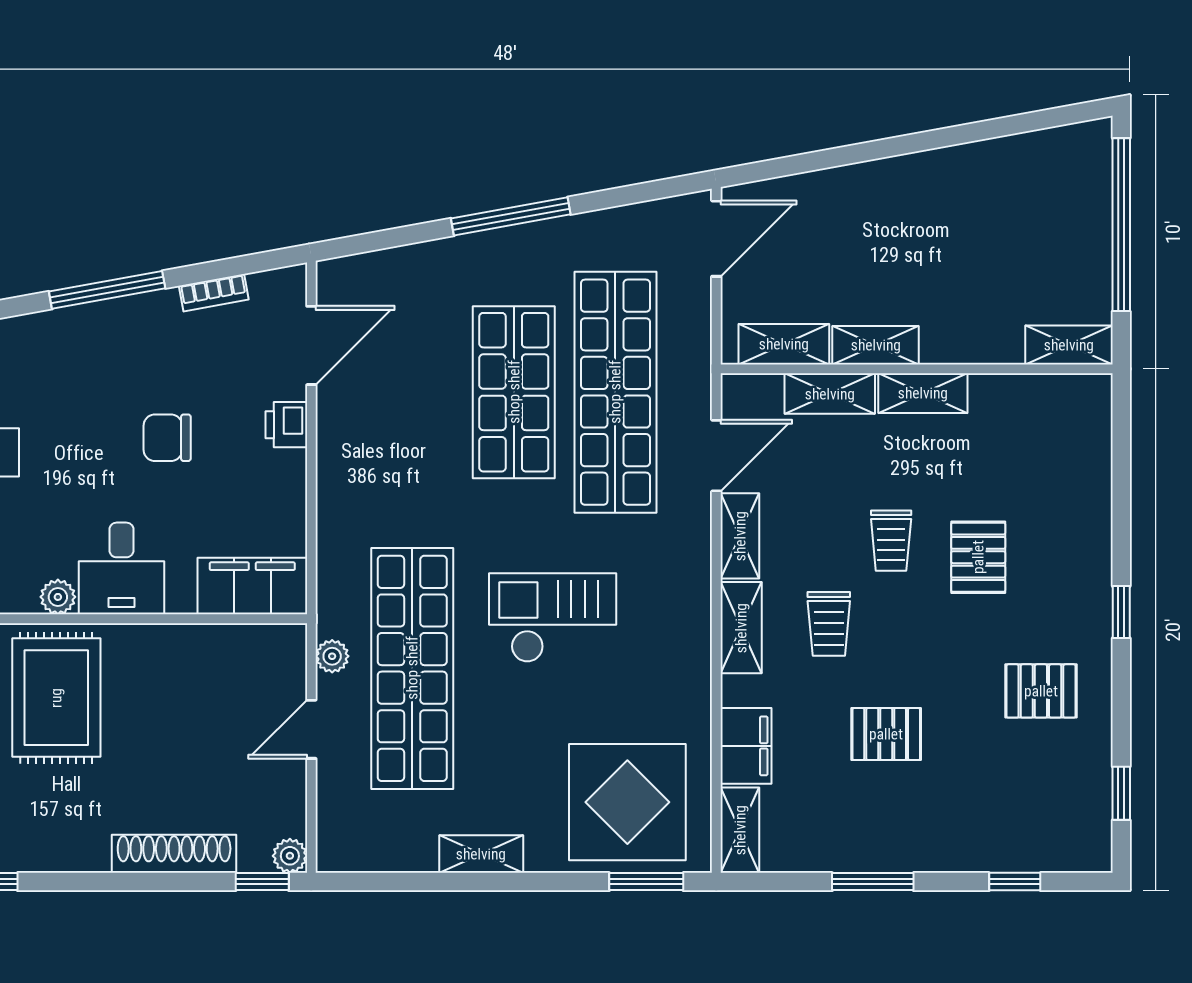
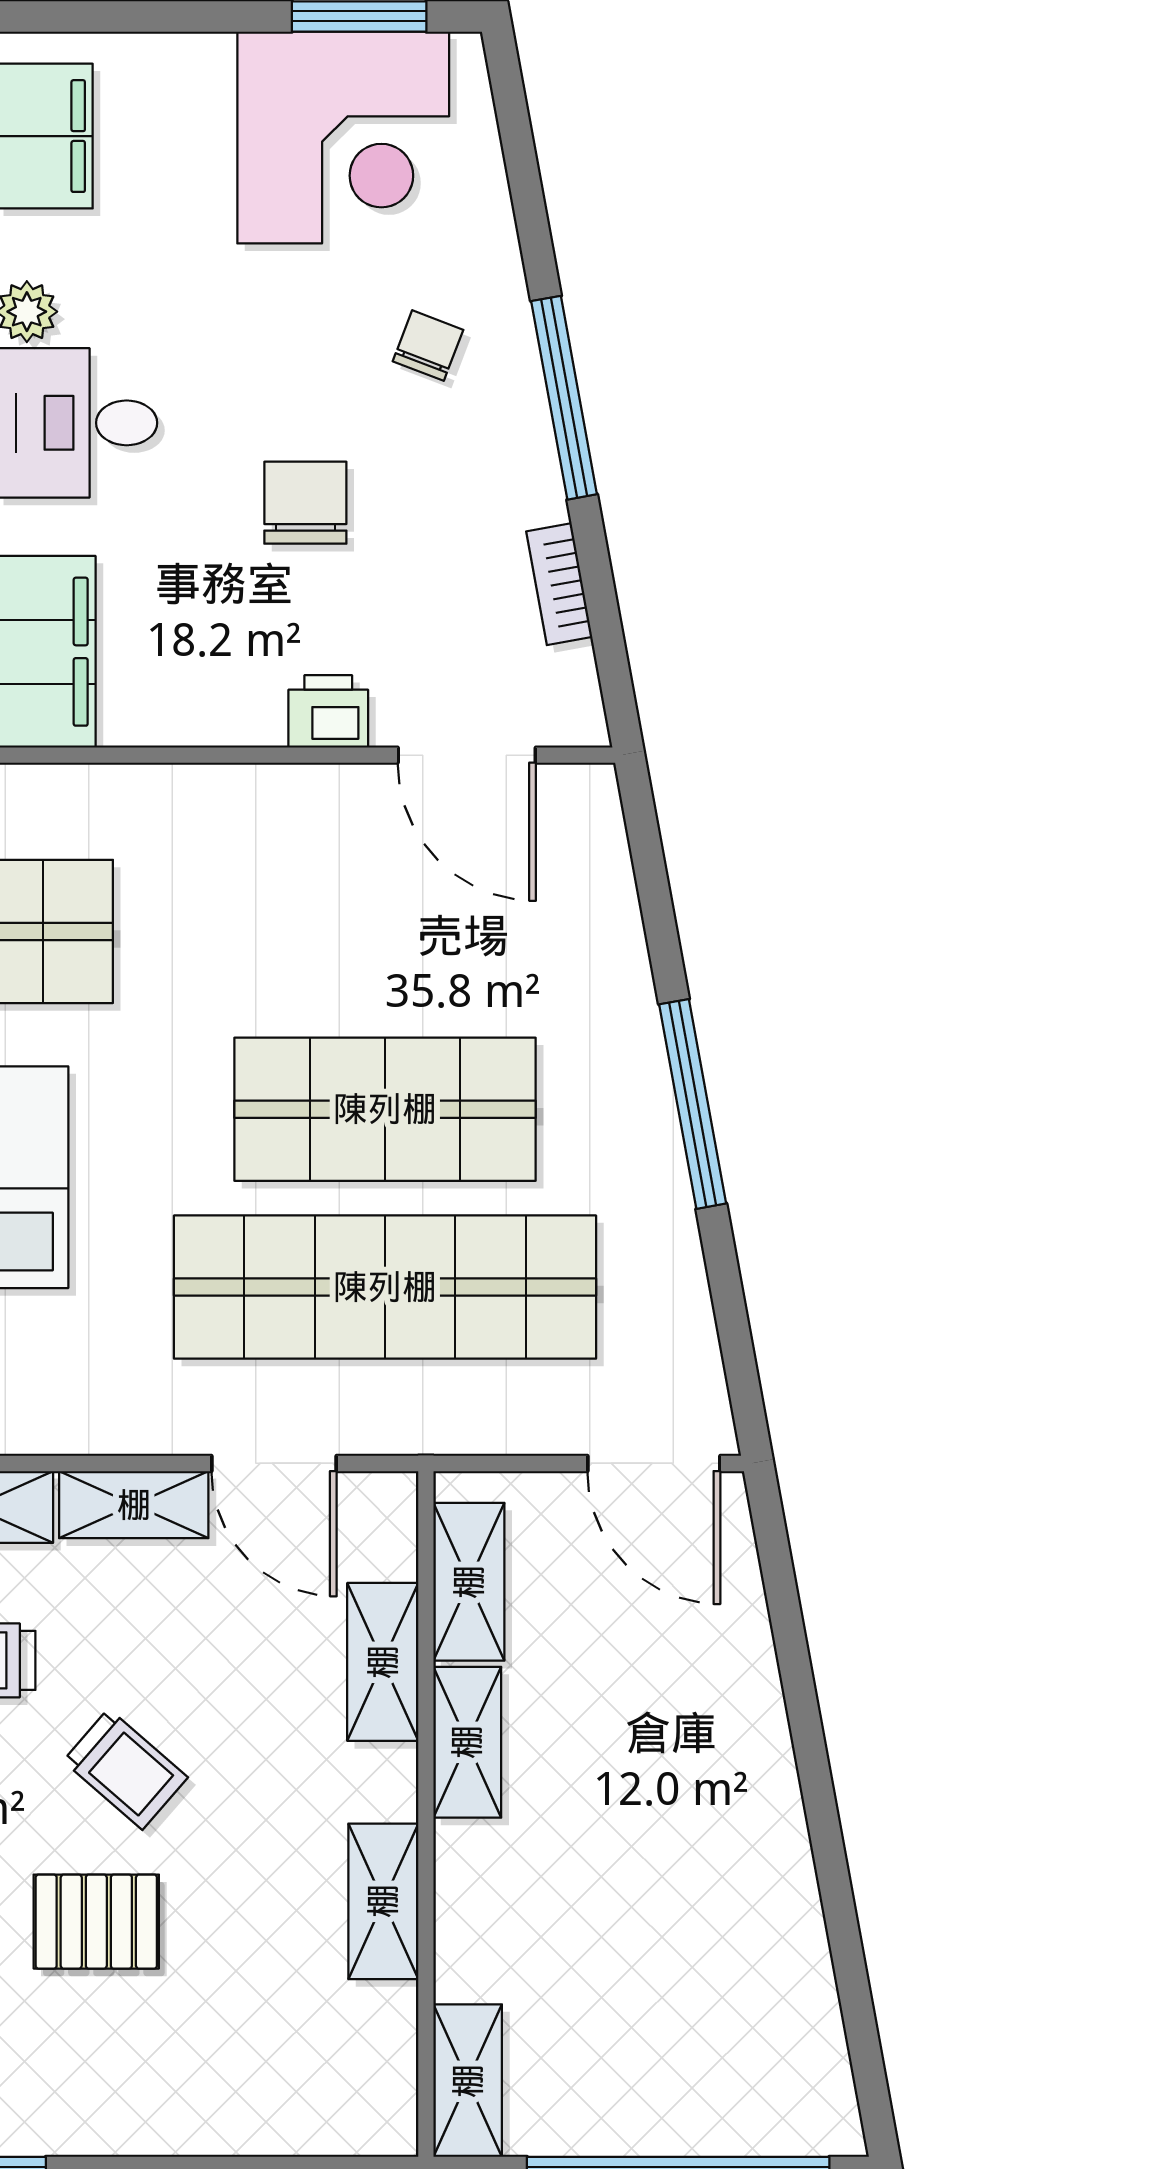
chair: (77, 368) -> (428, 346), added
shelving: (923, 393) -> (383, 1901), moved
trolley: (891, 541) -> (125, 1769), turned -139

